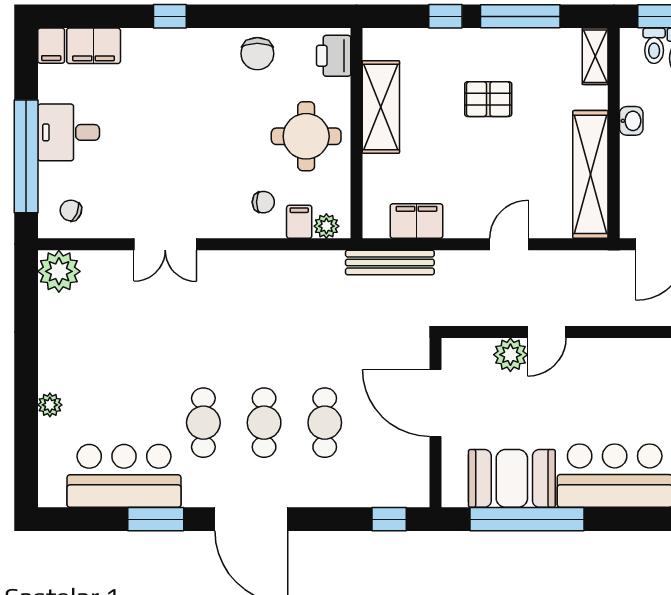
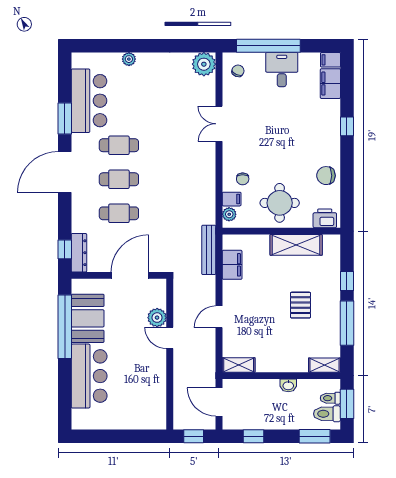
shelving: (590, 174) -> (239, 365), width x0.45, depth x0.75
door: (509, 244) -> (219, 317), swing flipped
dresser: (395, 494) -> (79, 253), added

